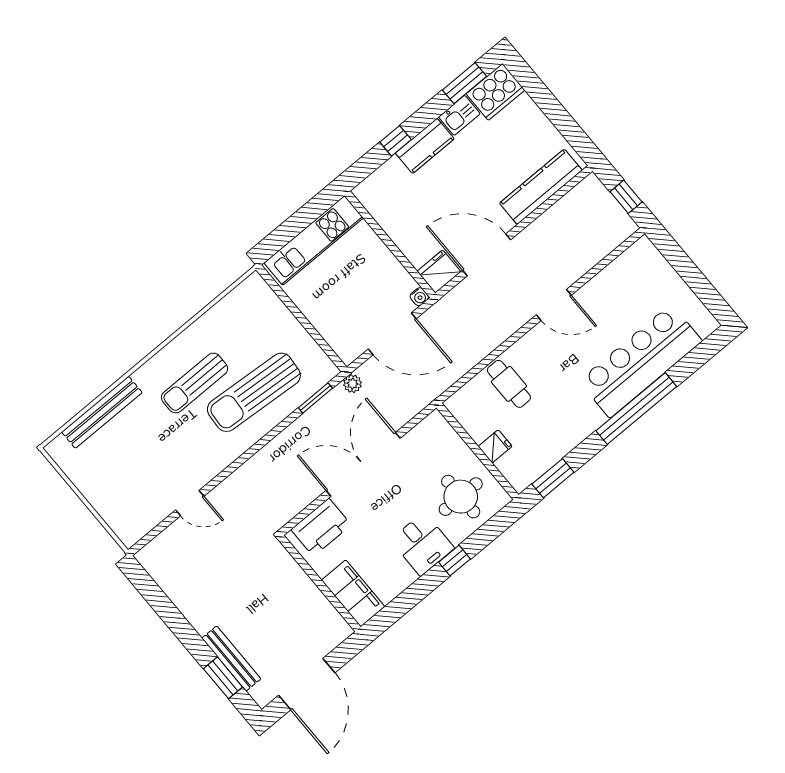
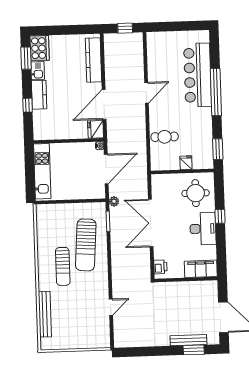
printer: (321, 527) -> (160, 267), width x0.53, depth x0.68
desk: (422, 544) -> (203, 229), width x1.37

